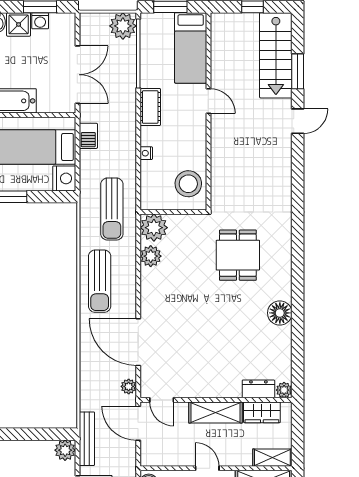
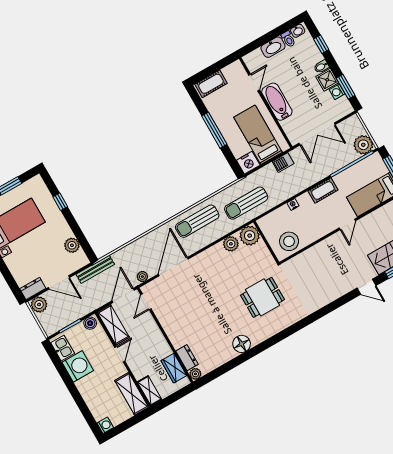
shelving: (215, 412) -> (113, 325), moved
plant: (65, 450) -> (72, 245), moved

